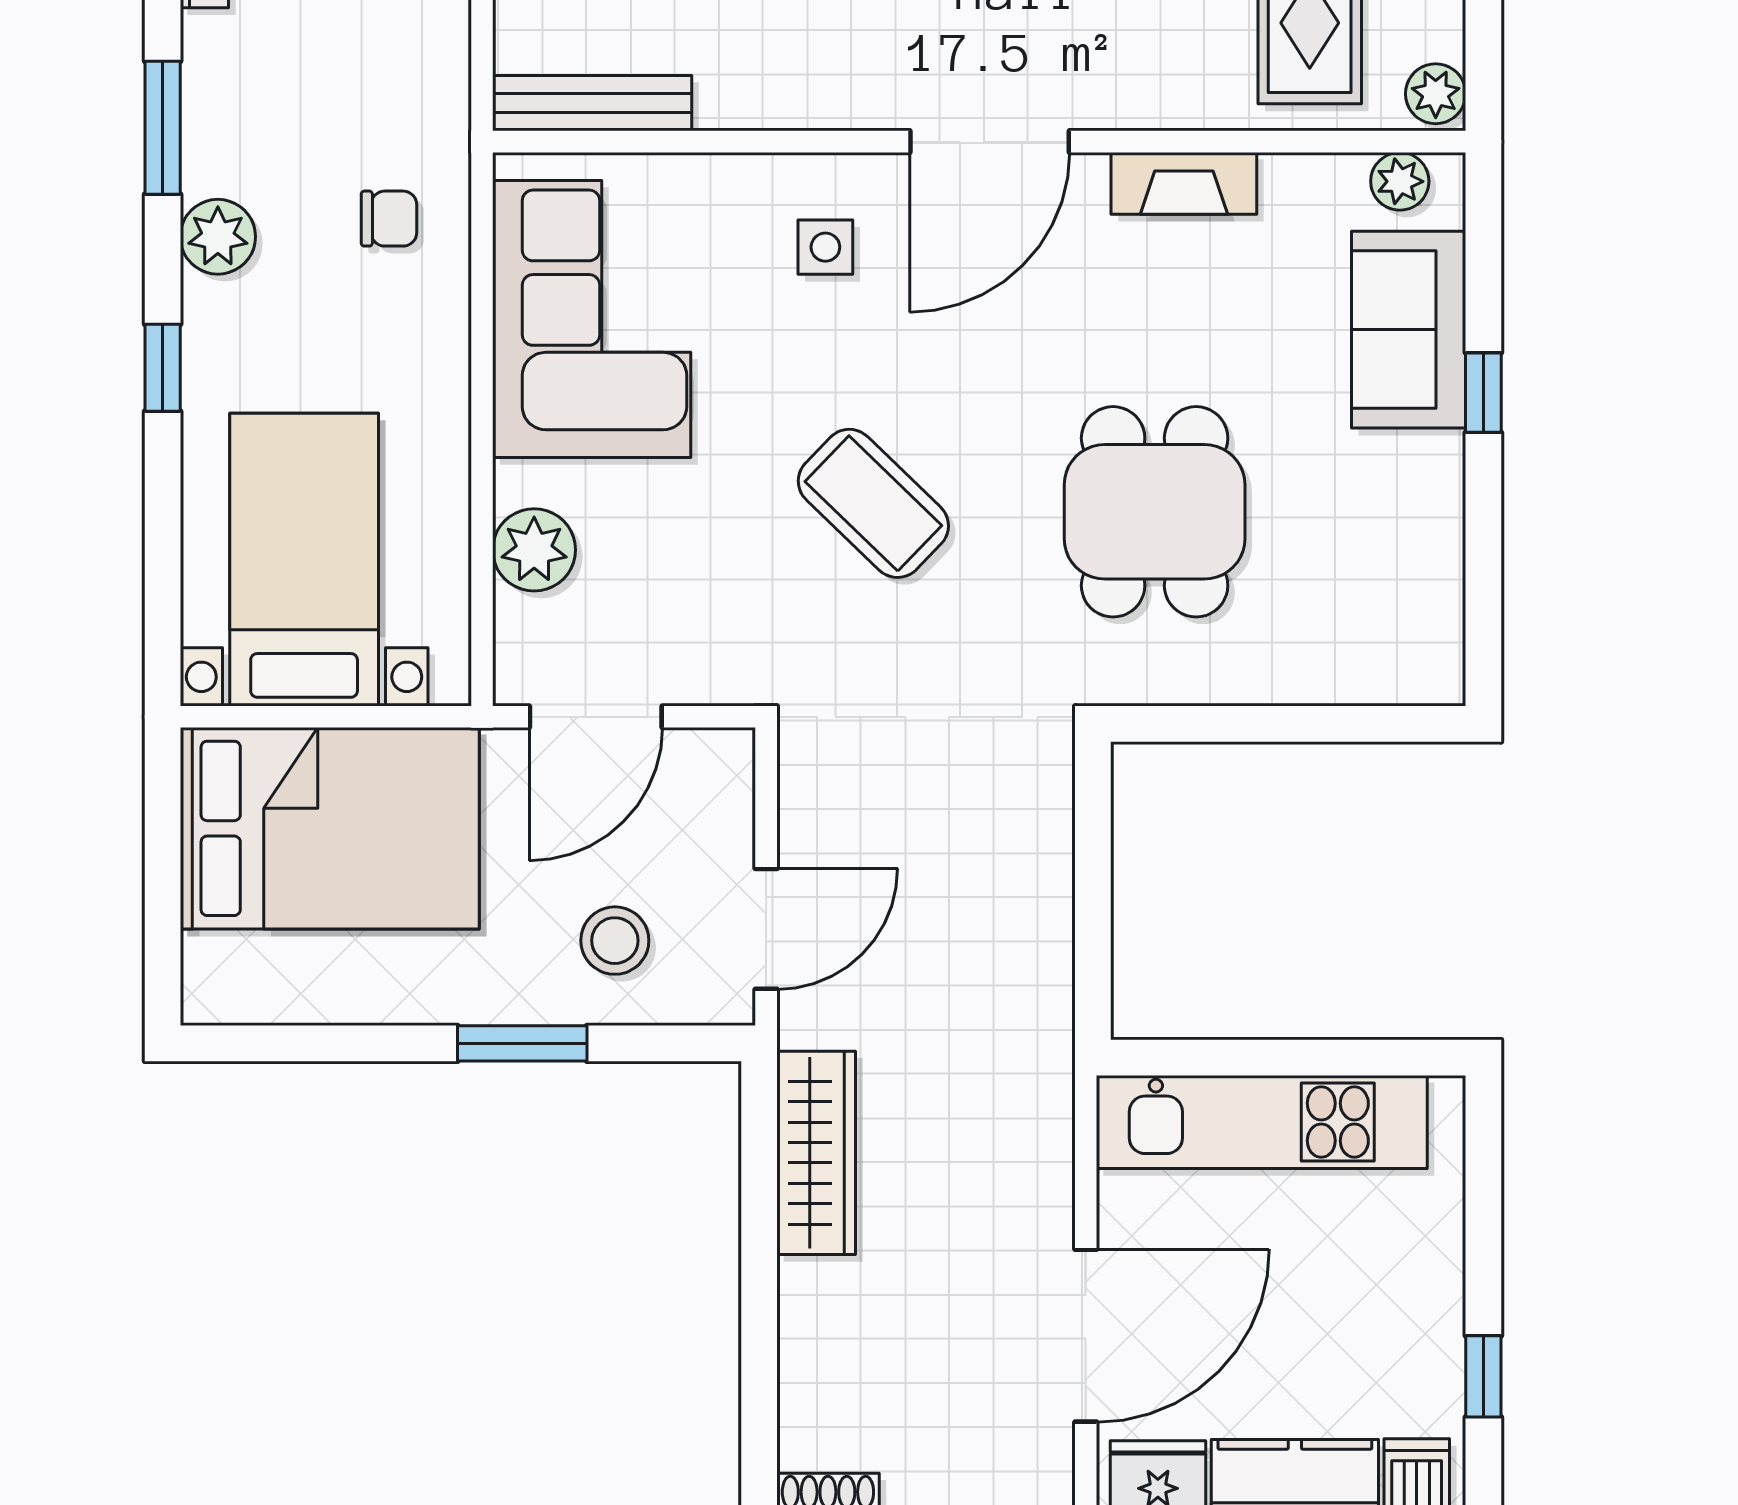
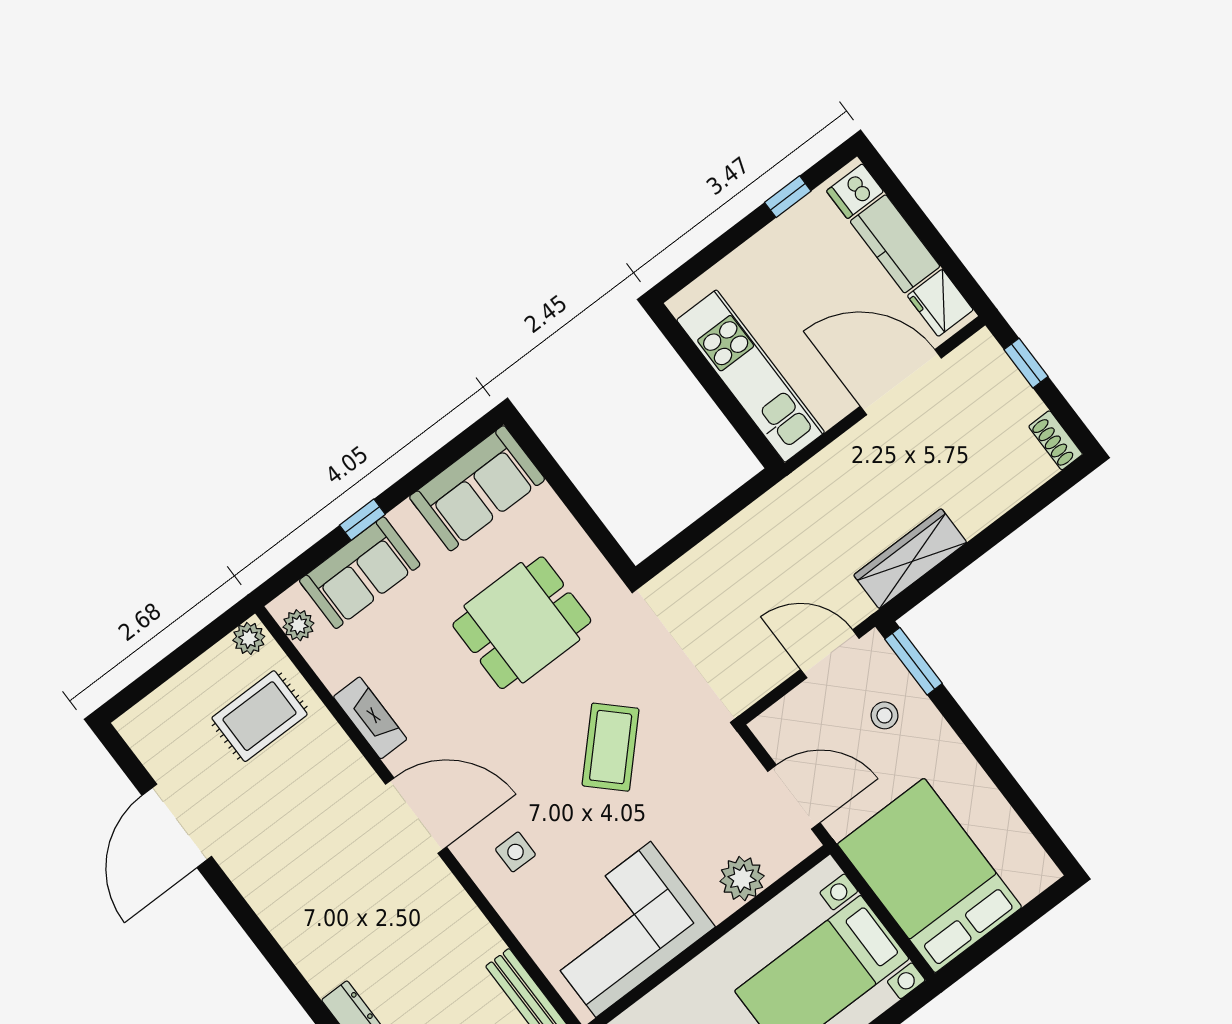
sofa: (1402, 596) -> (477, 488), added
stool: (615, 941) -> (884, 715), width x0.73, depth x0.73
window: (522, 1043) -> (913, 661), moved

